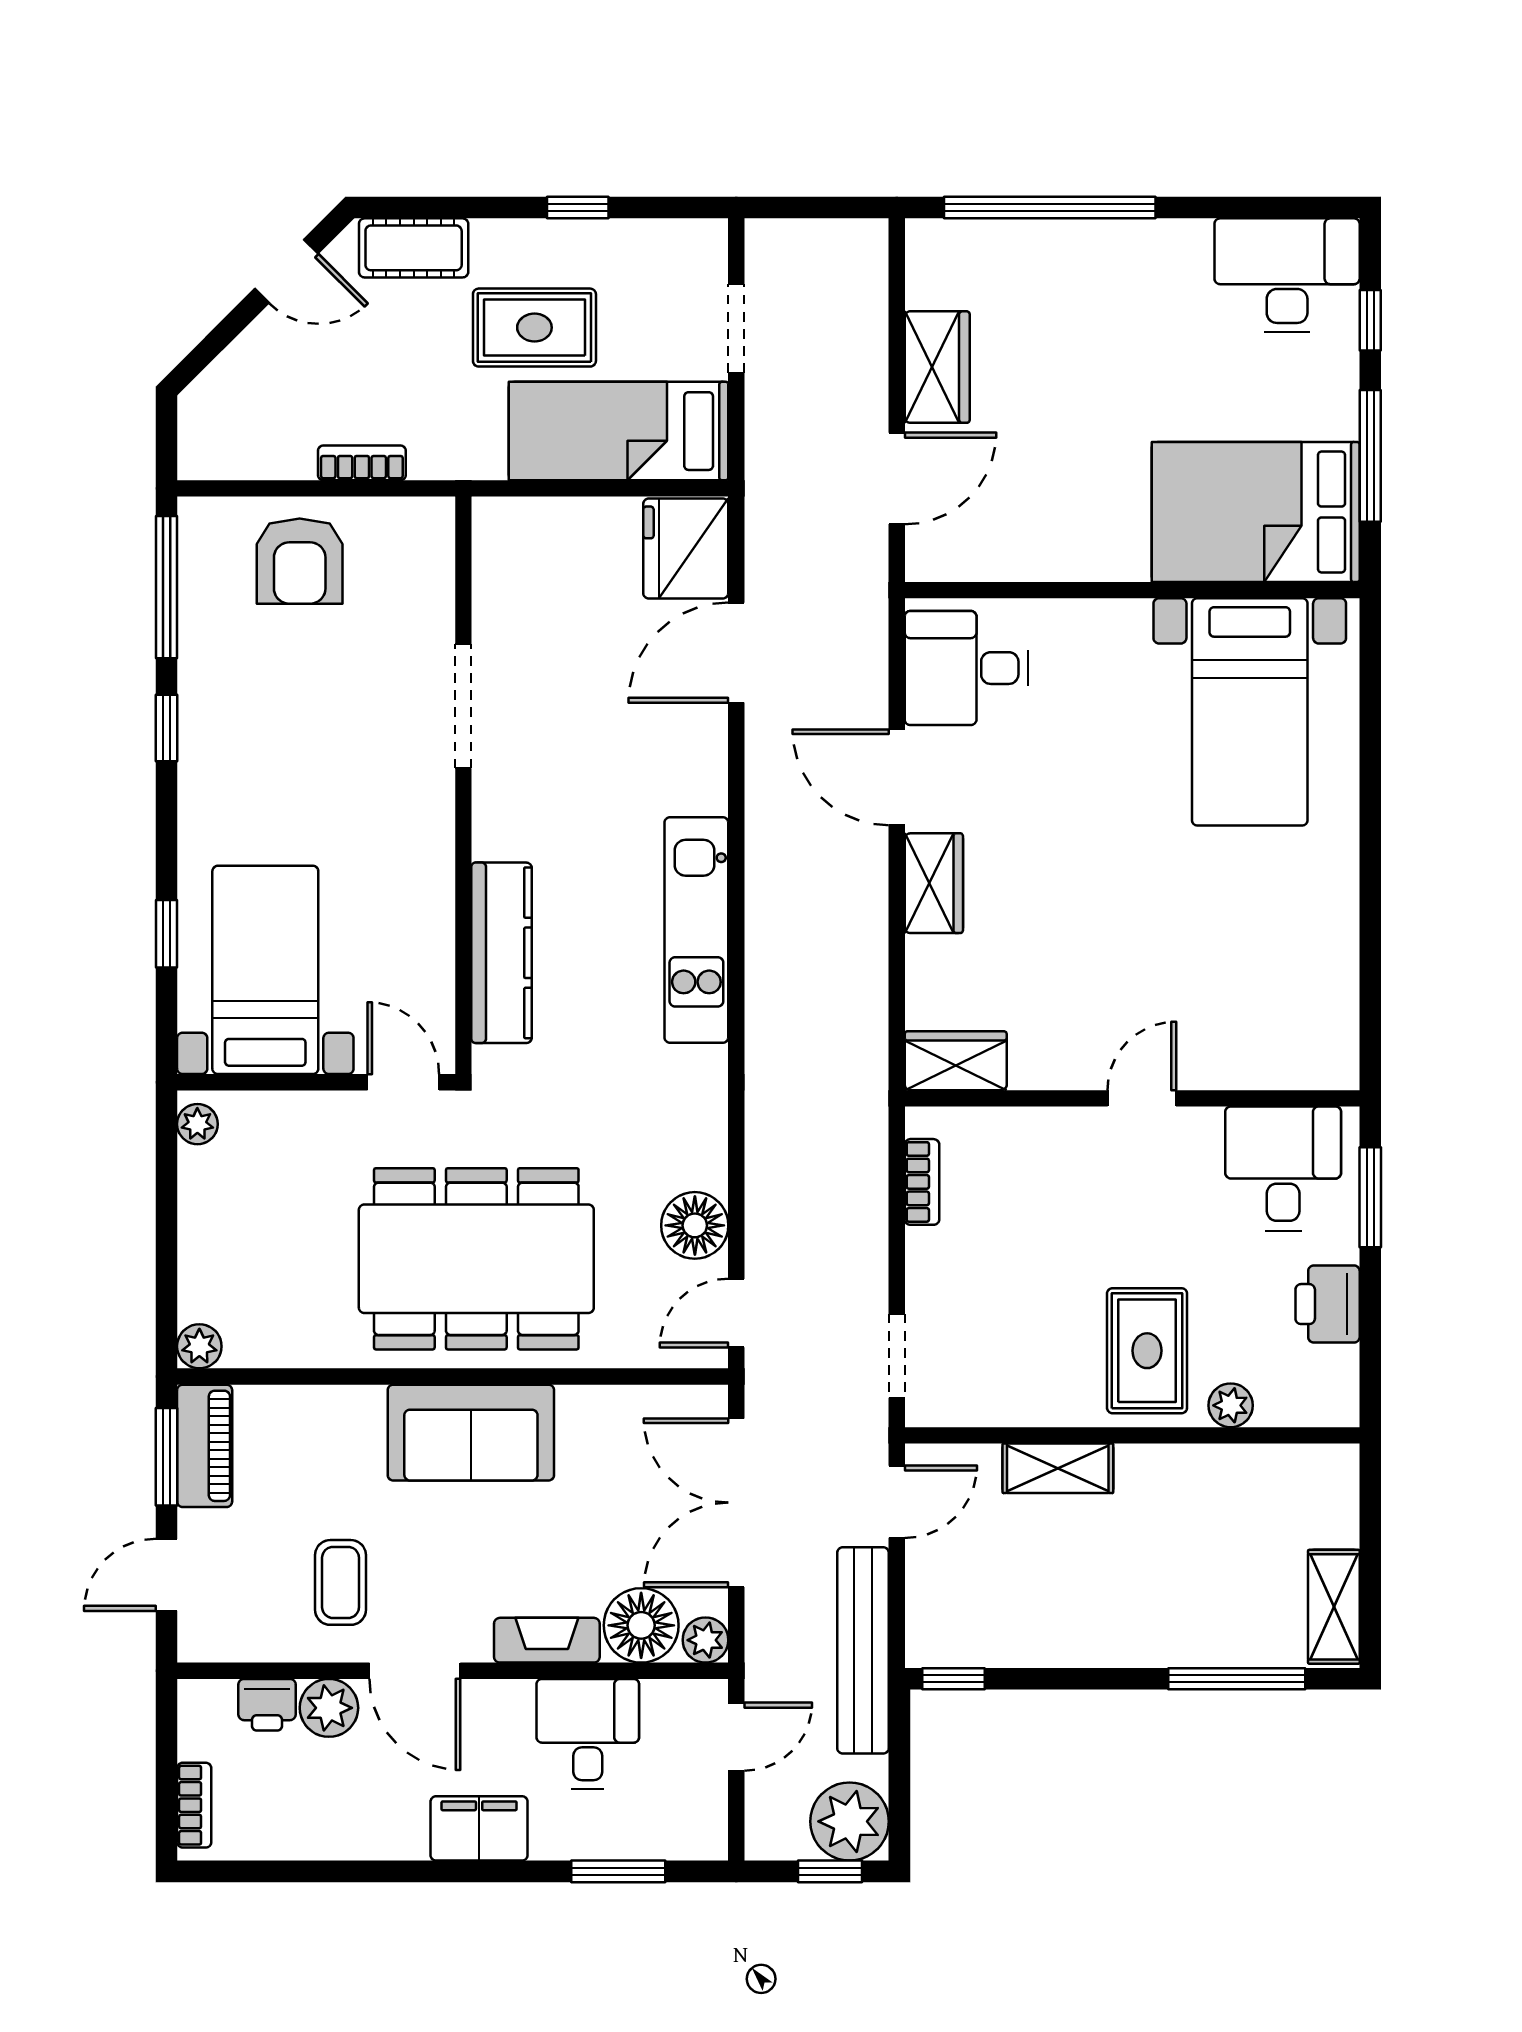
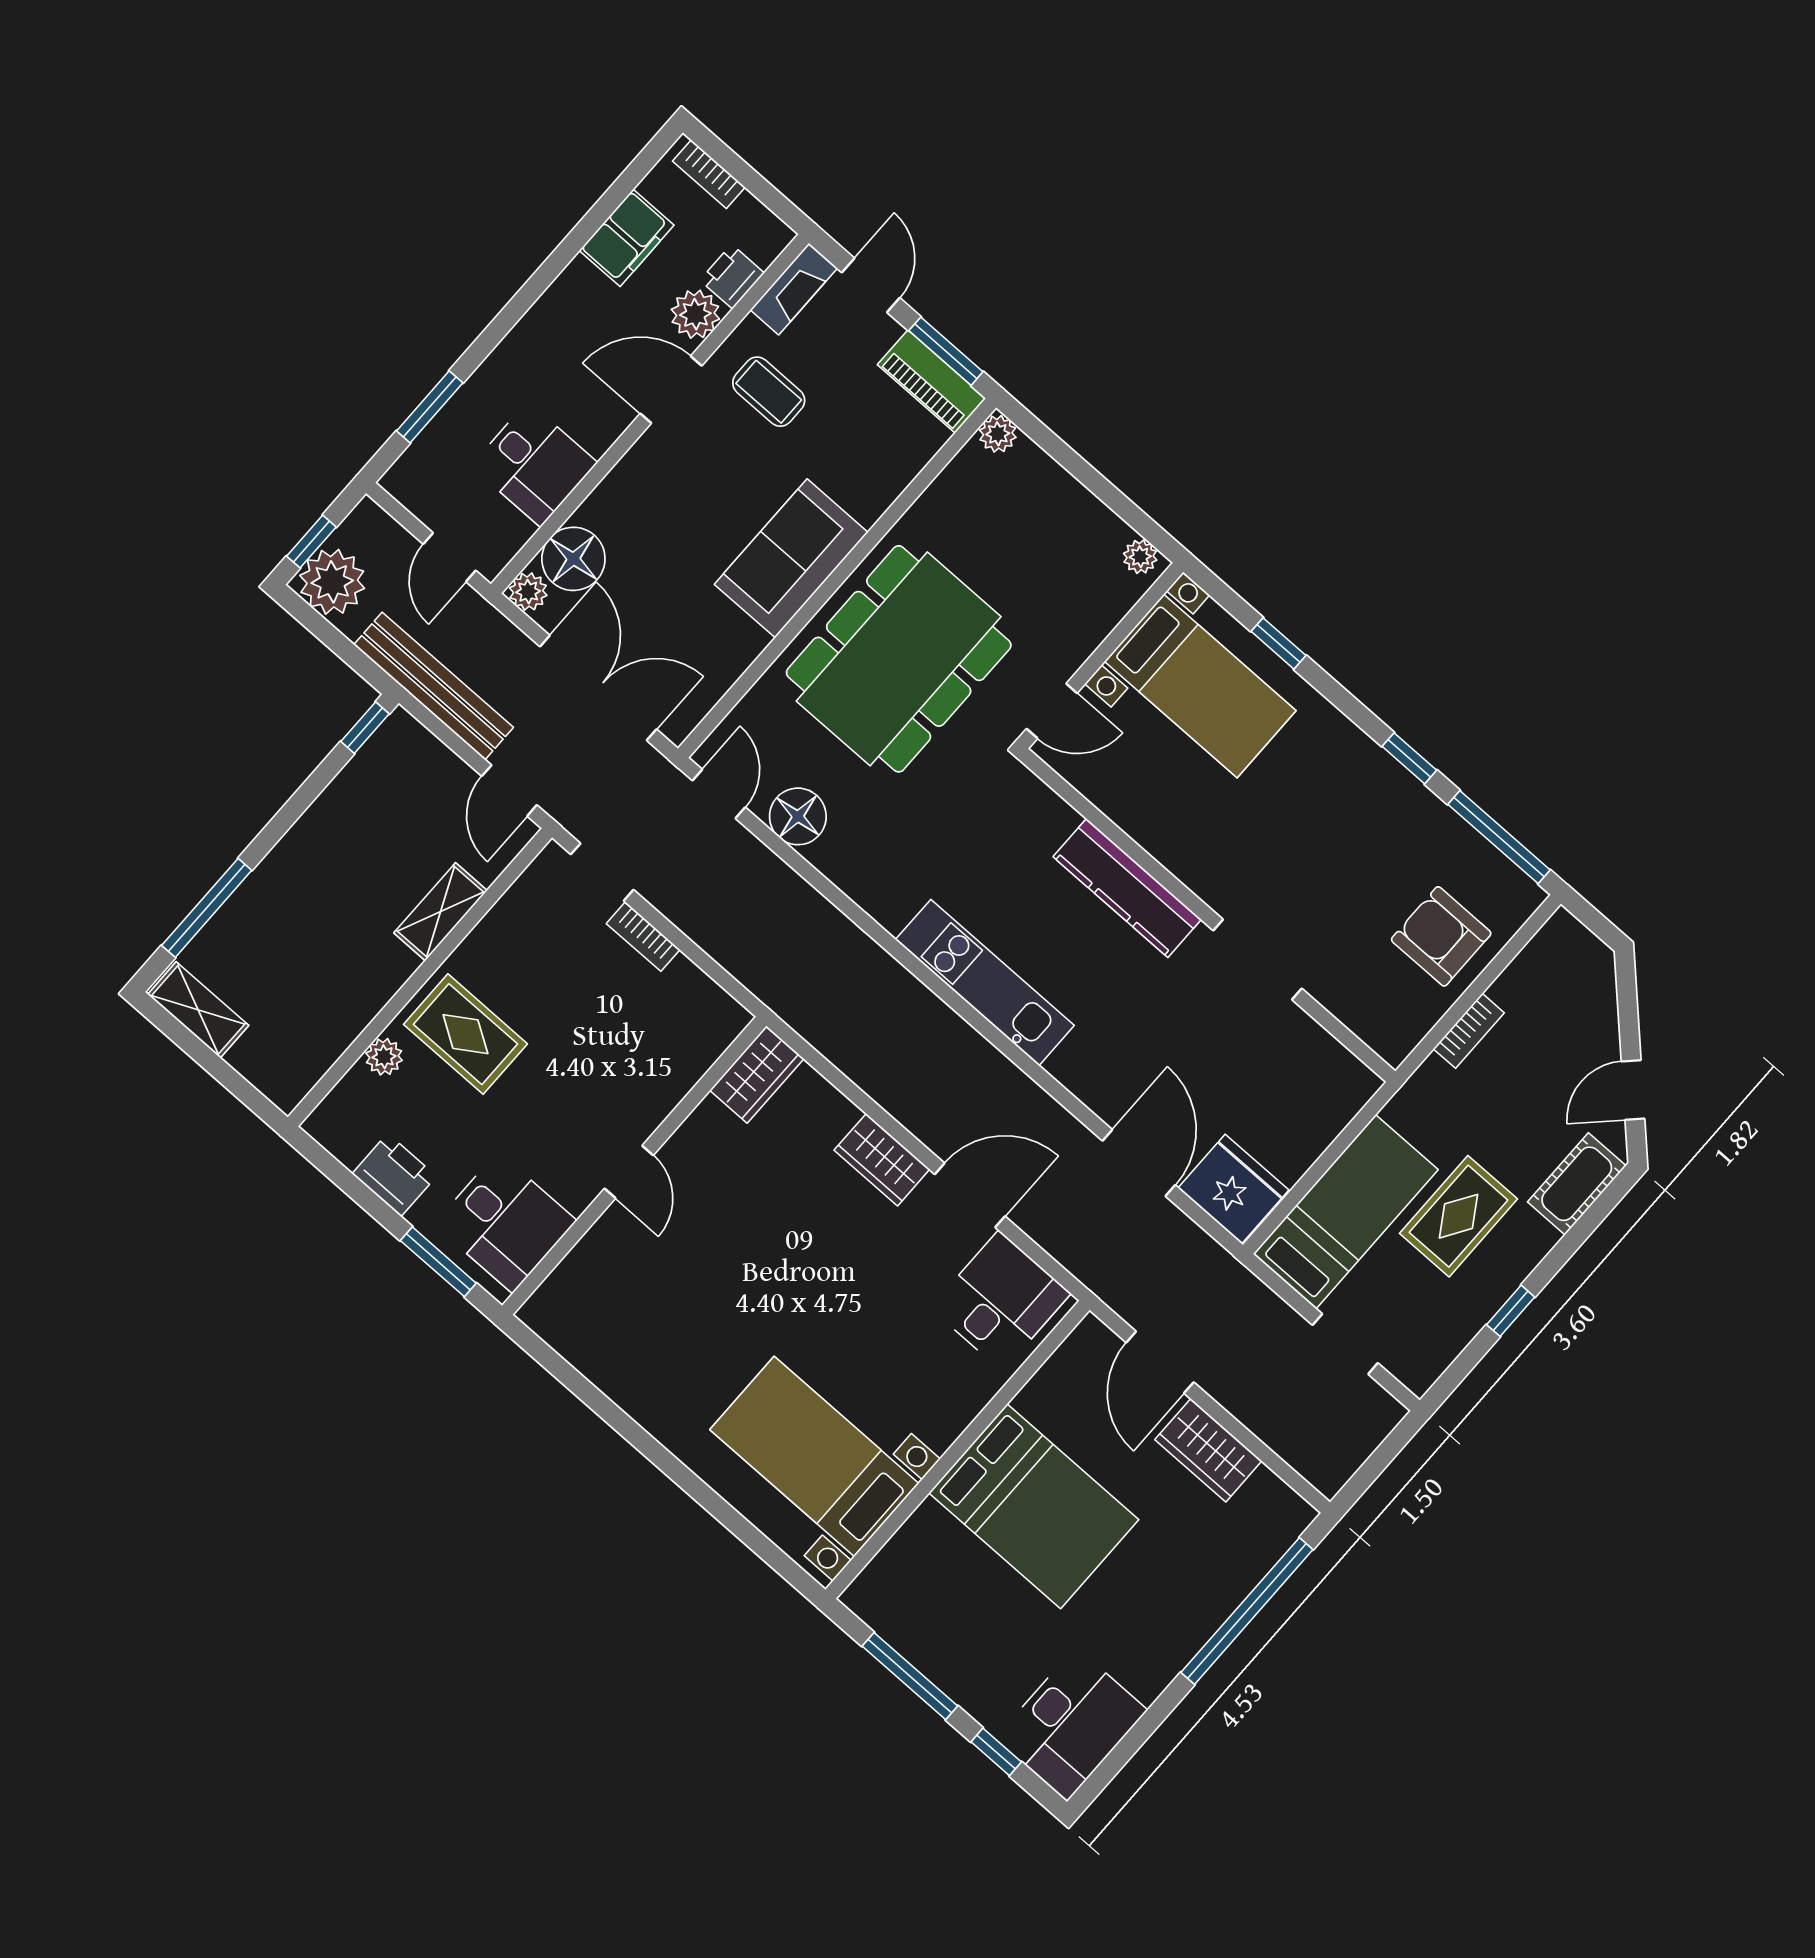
bed: (1256, 512) -> (1034, 1506), moved, turned 90
kitchen counter: (502, 953) -> (1127, 888), moved
bookcase: (922, 1182) -> (643, 937), moved
fireplace: (547, 1640) -> (794, 289), moved
filing cabinet: (479, 1828) -> (627, 238), moved

